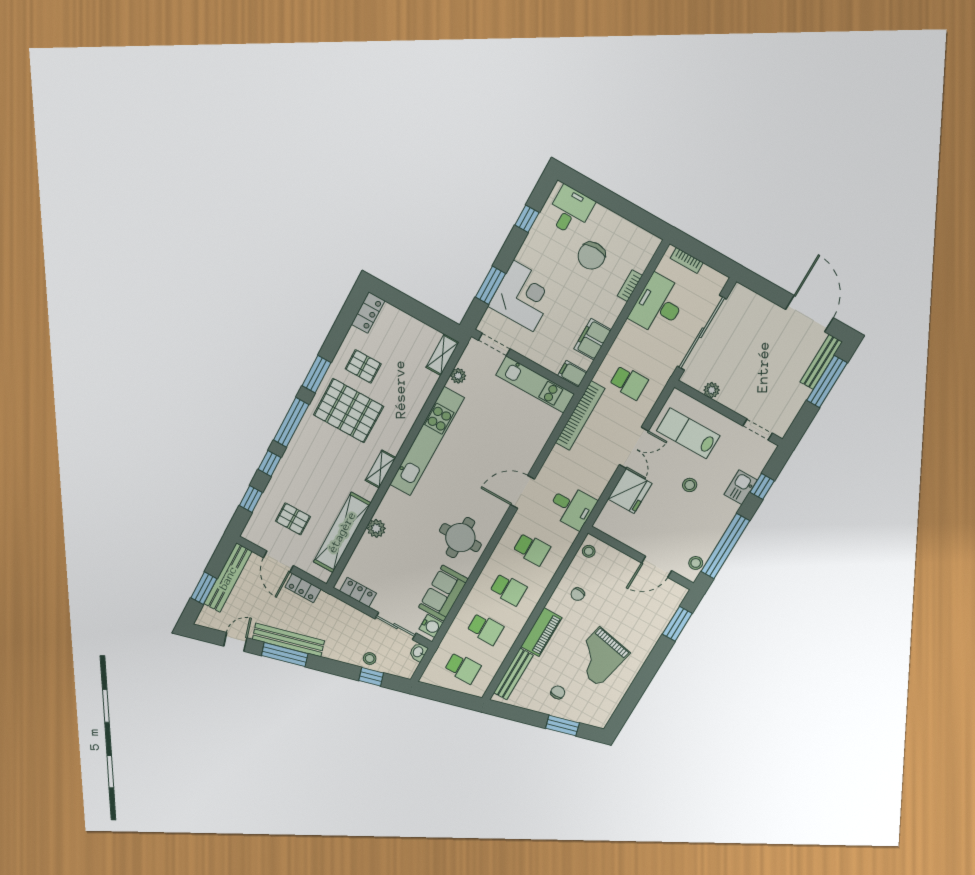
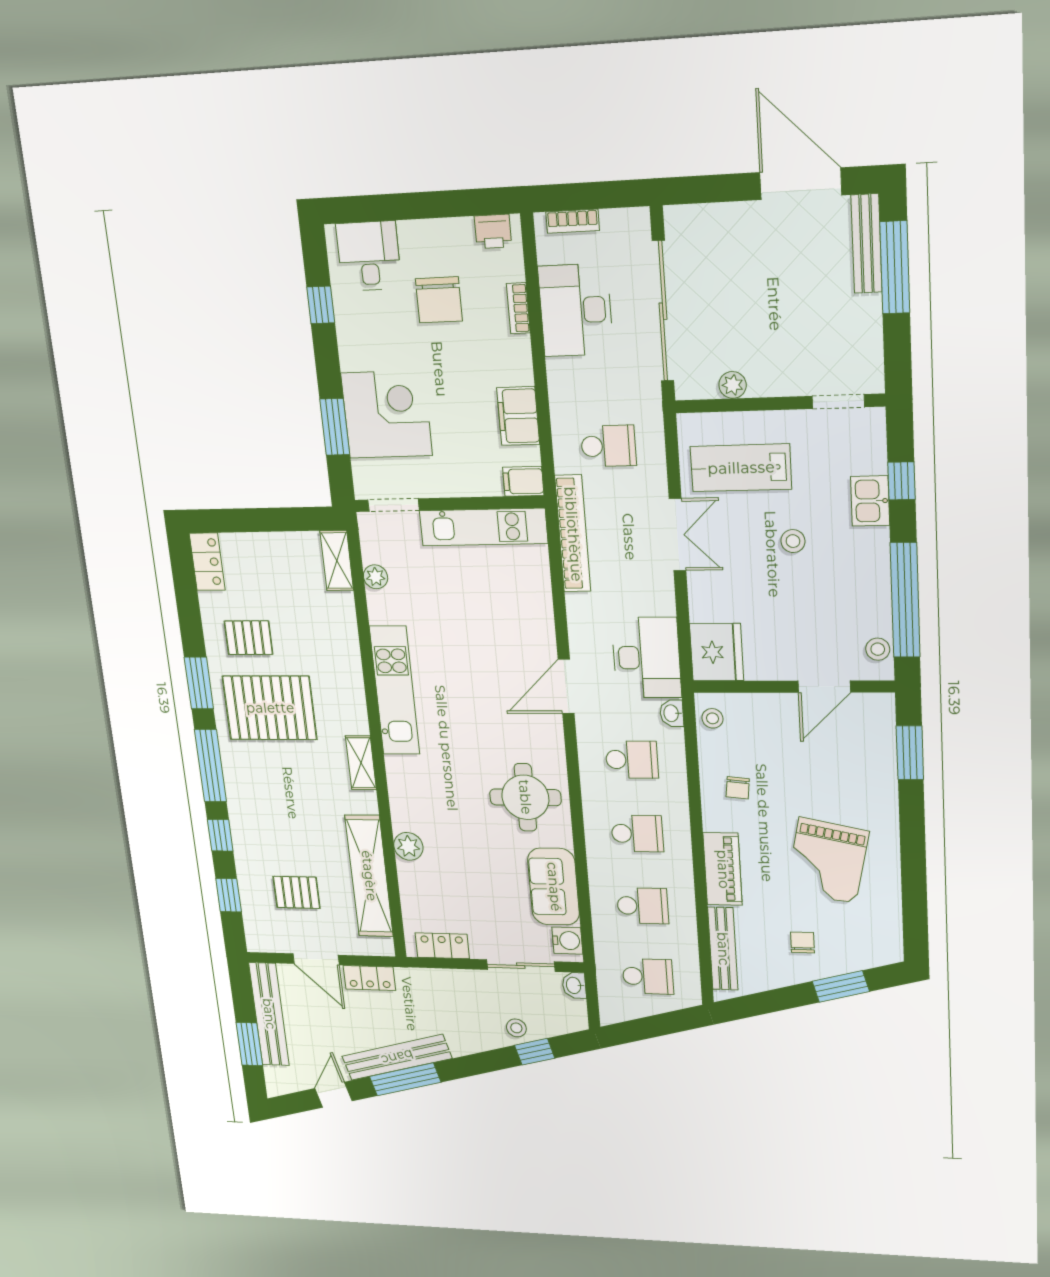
printer: (643, 240) -> (493, 231), added
kitchen unit: (427, 441) -> (395, 691), width x0.73
fridge: (630, 491) -> (717, 652), moved
desk: (572, 507) -> (647, 658), width x1.37
washbasin: (569, 537) -> (672, 713), added

